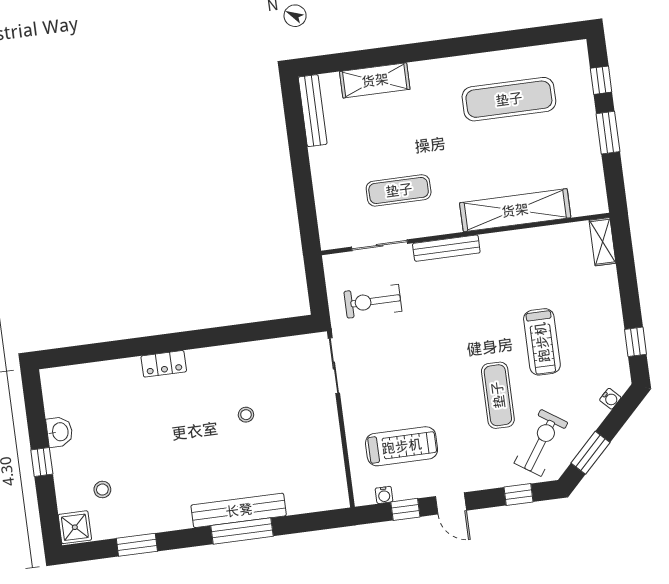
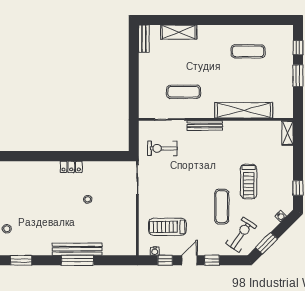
exercise mat: (509, 99) -> (248, 51), width x0.73, depth x0.69
bench: (313, 111) -> (144, 39), width x0.73
locker: (164, 364) -> (71, 167), moved
treadmill: (402, 446) -> (167, 227), turned 180
window: (518, 495) -> (212, 260), moved
door: (451, 503) -> (190, 260), swing flipped

